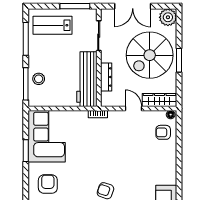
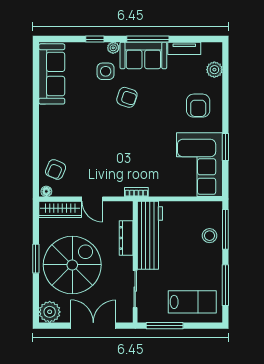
armchair: (163, 132) -> (56, 169), turned 113

